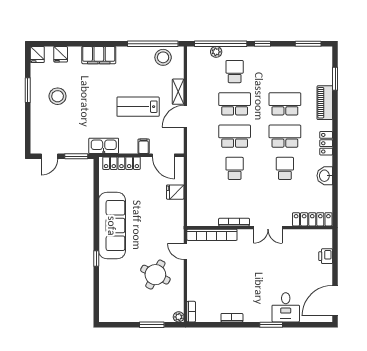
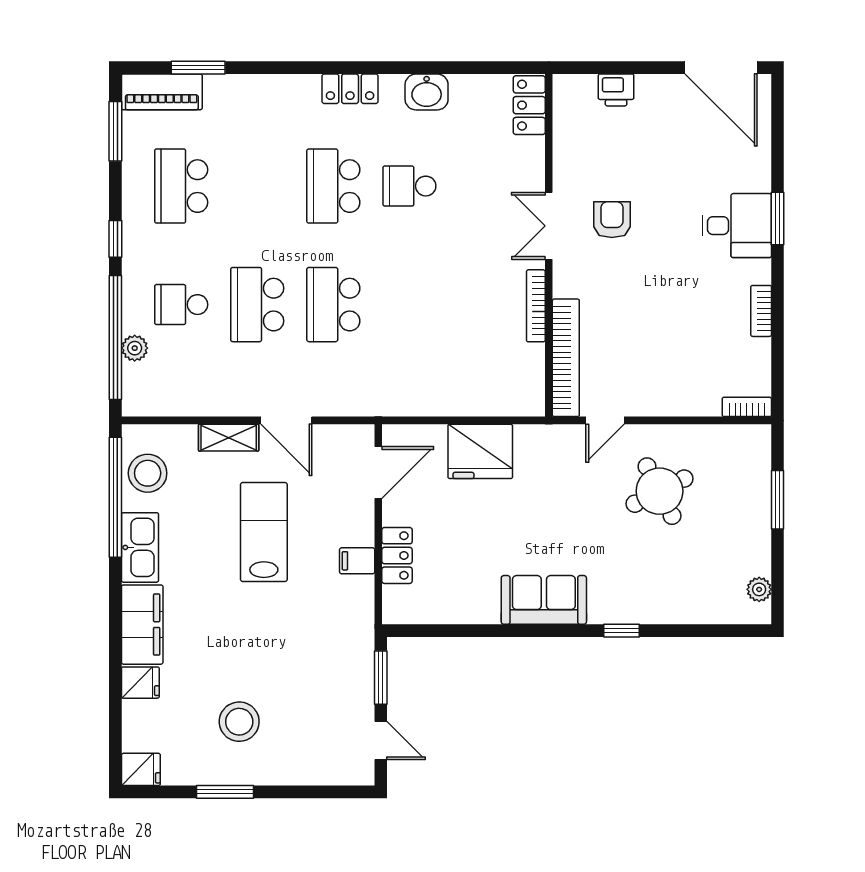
fridge: (61, 54) -> (140, 683), moved
piano: (325, 103) -> (162, 92), moved
school desk: (285, 104) -> (181, 186), moved
lab bench: (138, 107) -> (264, 532), turned 180
kitchen sink: (104, 146) -> (140, 547), moved, turned 180
filing cabinet: (144, 146) -> (357, 561), moved
locker: (121, 163) -> (397, 555), width x0.66
school desk: (235, 168) -> (409, 305), removed
fridge: (175, 192) -> (480, 451), width x1.88, depth x1.34
locker: (312, 219) -> (529, 105), width x0.66
sofa: (112, 226) -> (544, 600), width x0.54, depth x0.79
double door: (268, 228) -> (549, 226), swing flipped
armchair: (271, 254) -> (612, 220), added
round table: (155, 275) -> (660, 491), turned 36
desk: (286, 307) -> (737, 226), moved
plant: (179, 317) -> (759, 589), moved

